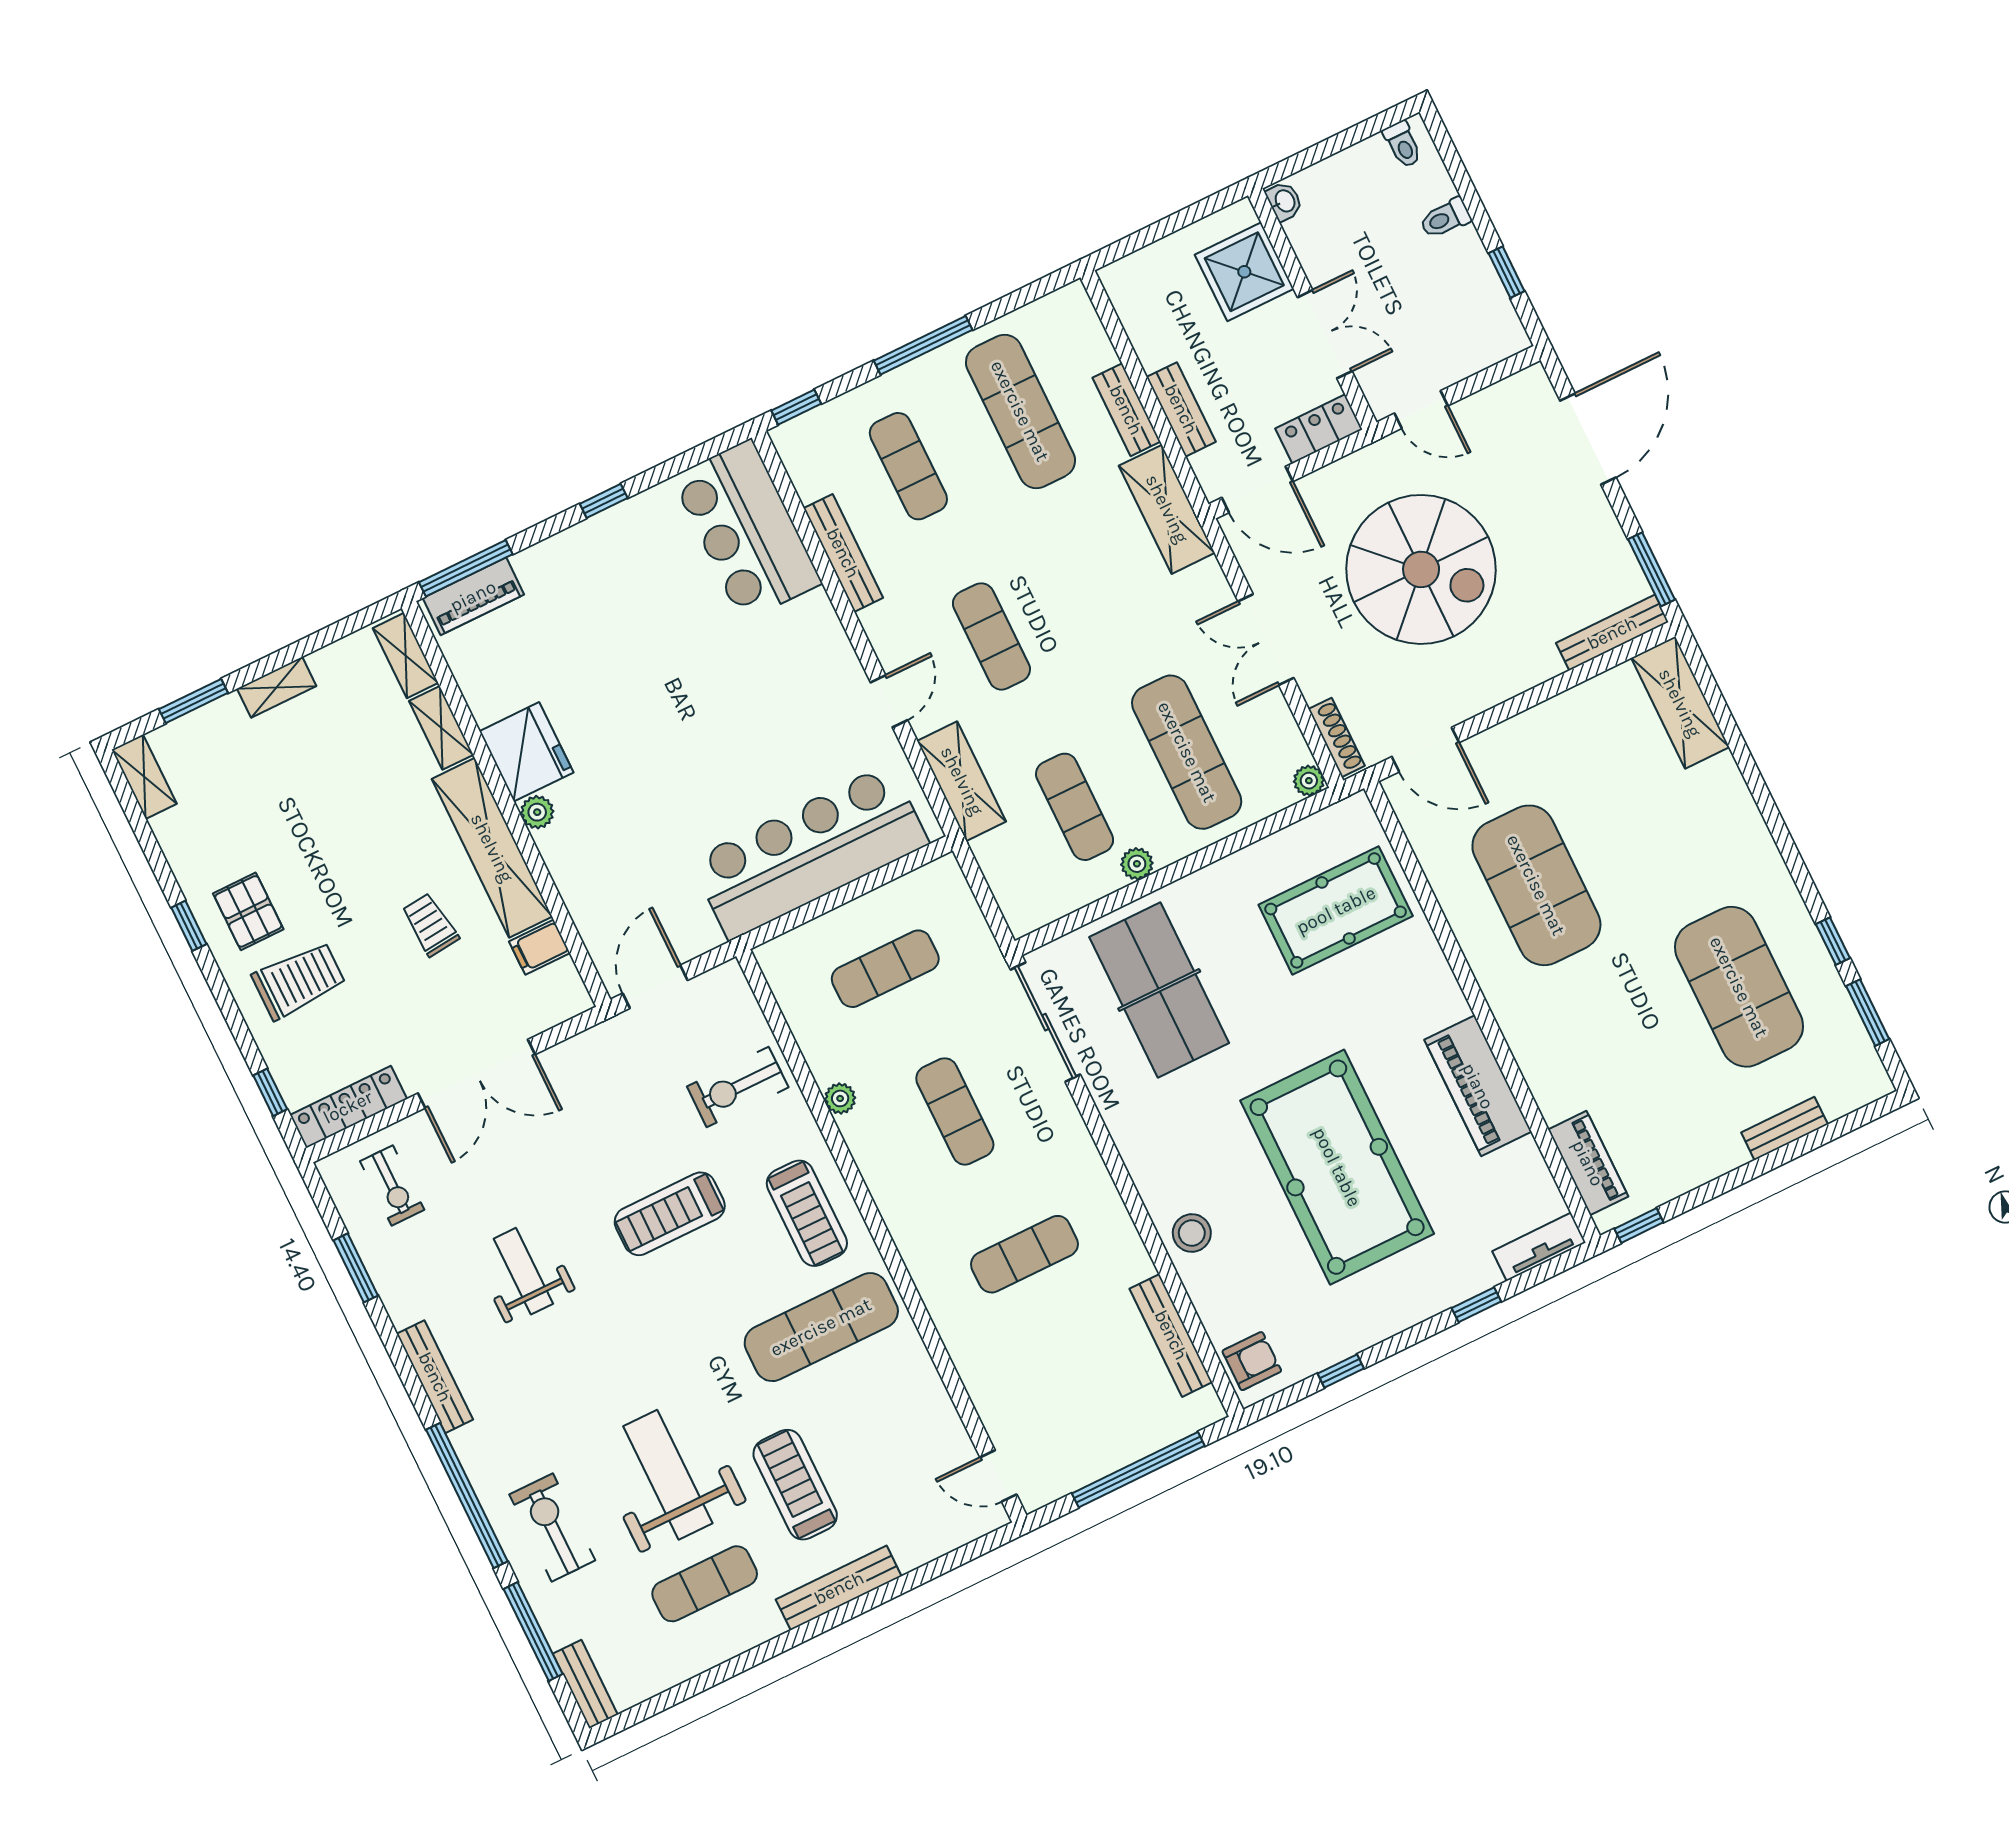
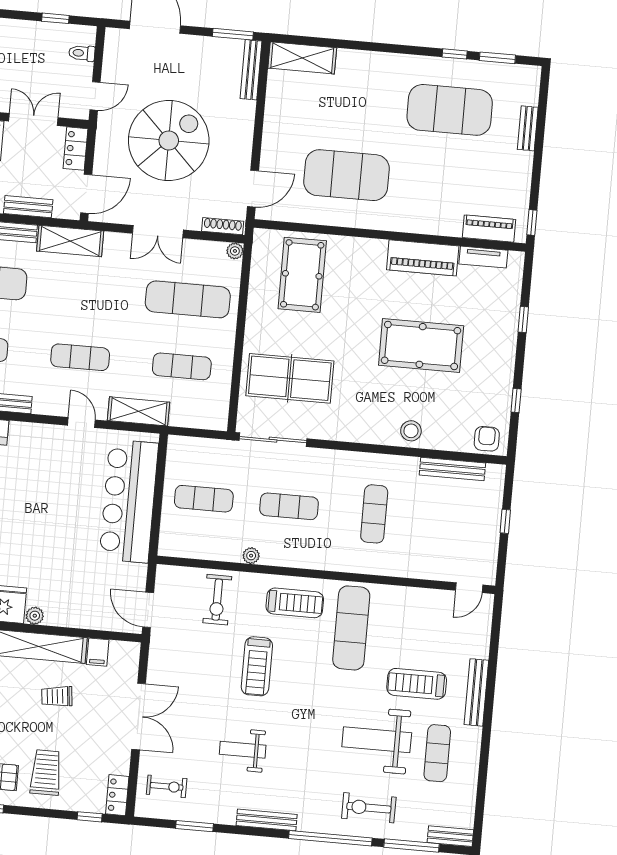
toilet: (1445, 218) -> (82, 53), moved, turned 90
plant: (1137, 864) -> (225, 353), removed
exercise mat: (885, 969) -> (204, 499), turned 90
locker: (348, 1107) -> (117, 795), width x0.66
pool table: (1337, 1167) -> (421, 345), width x0.73, depth x0.76
tv unit: (1539, 1247) -> (483, 257), moved, turned -90
window: (1138, 1470) -> (505, 521), width x0.32

